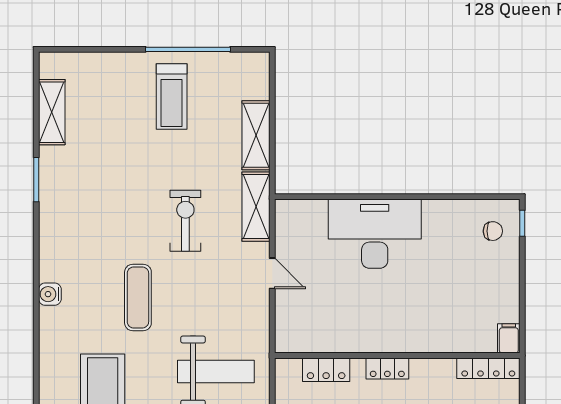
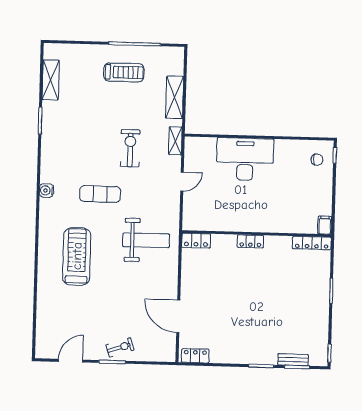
treadmill: (172, 96) -> (124, 72), turned -90
shelving: (256, 207) -> (175, 141), width x0.67, depth x0.75
door: (272, 273) -> (182, 182), hinge flipped
exercise mat: (138, 297) -> (100, 194), turned 90
locker: (326, 370) -> (196, 241), moved

